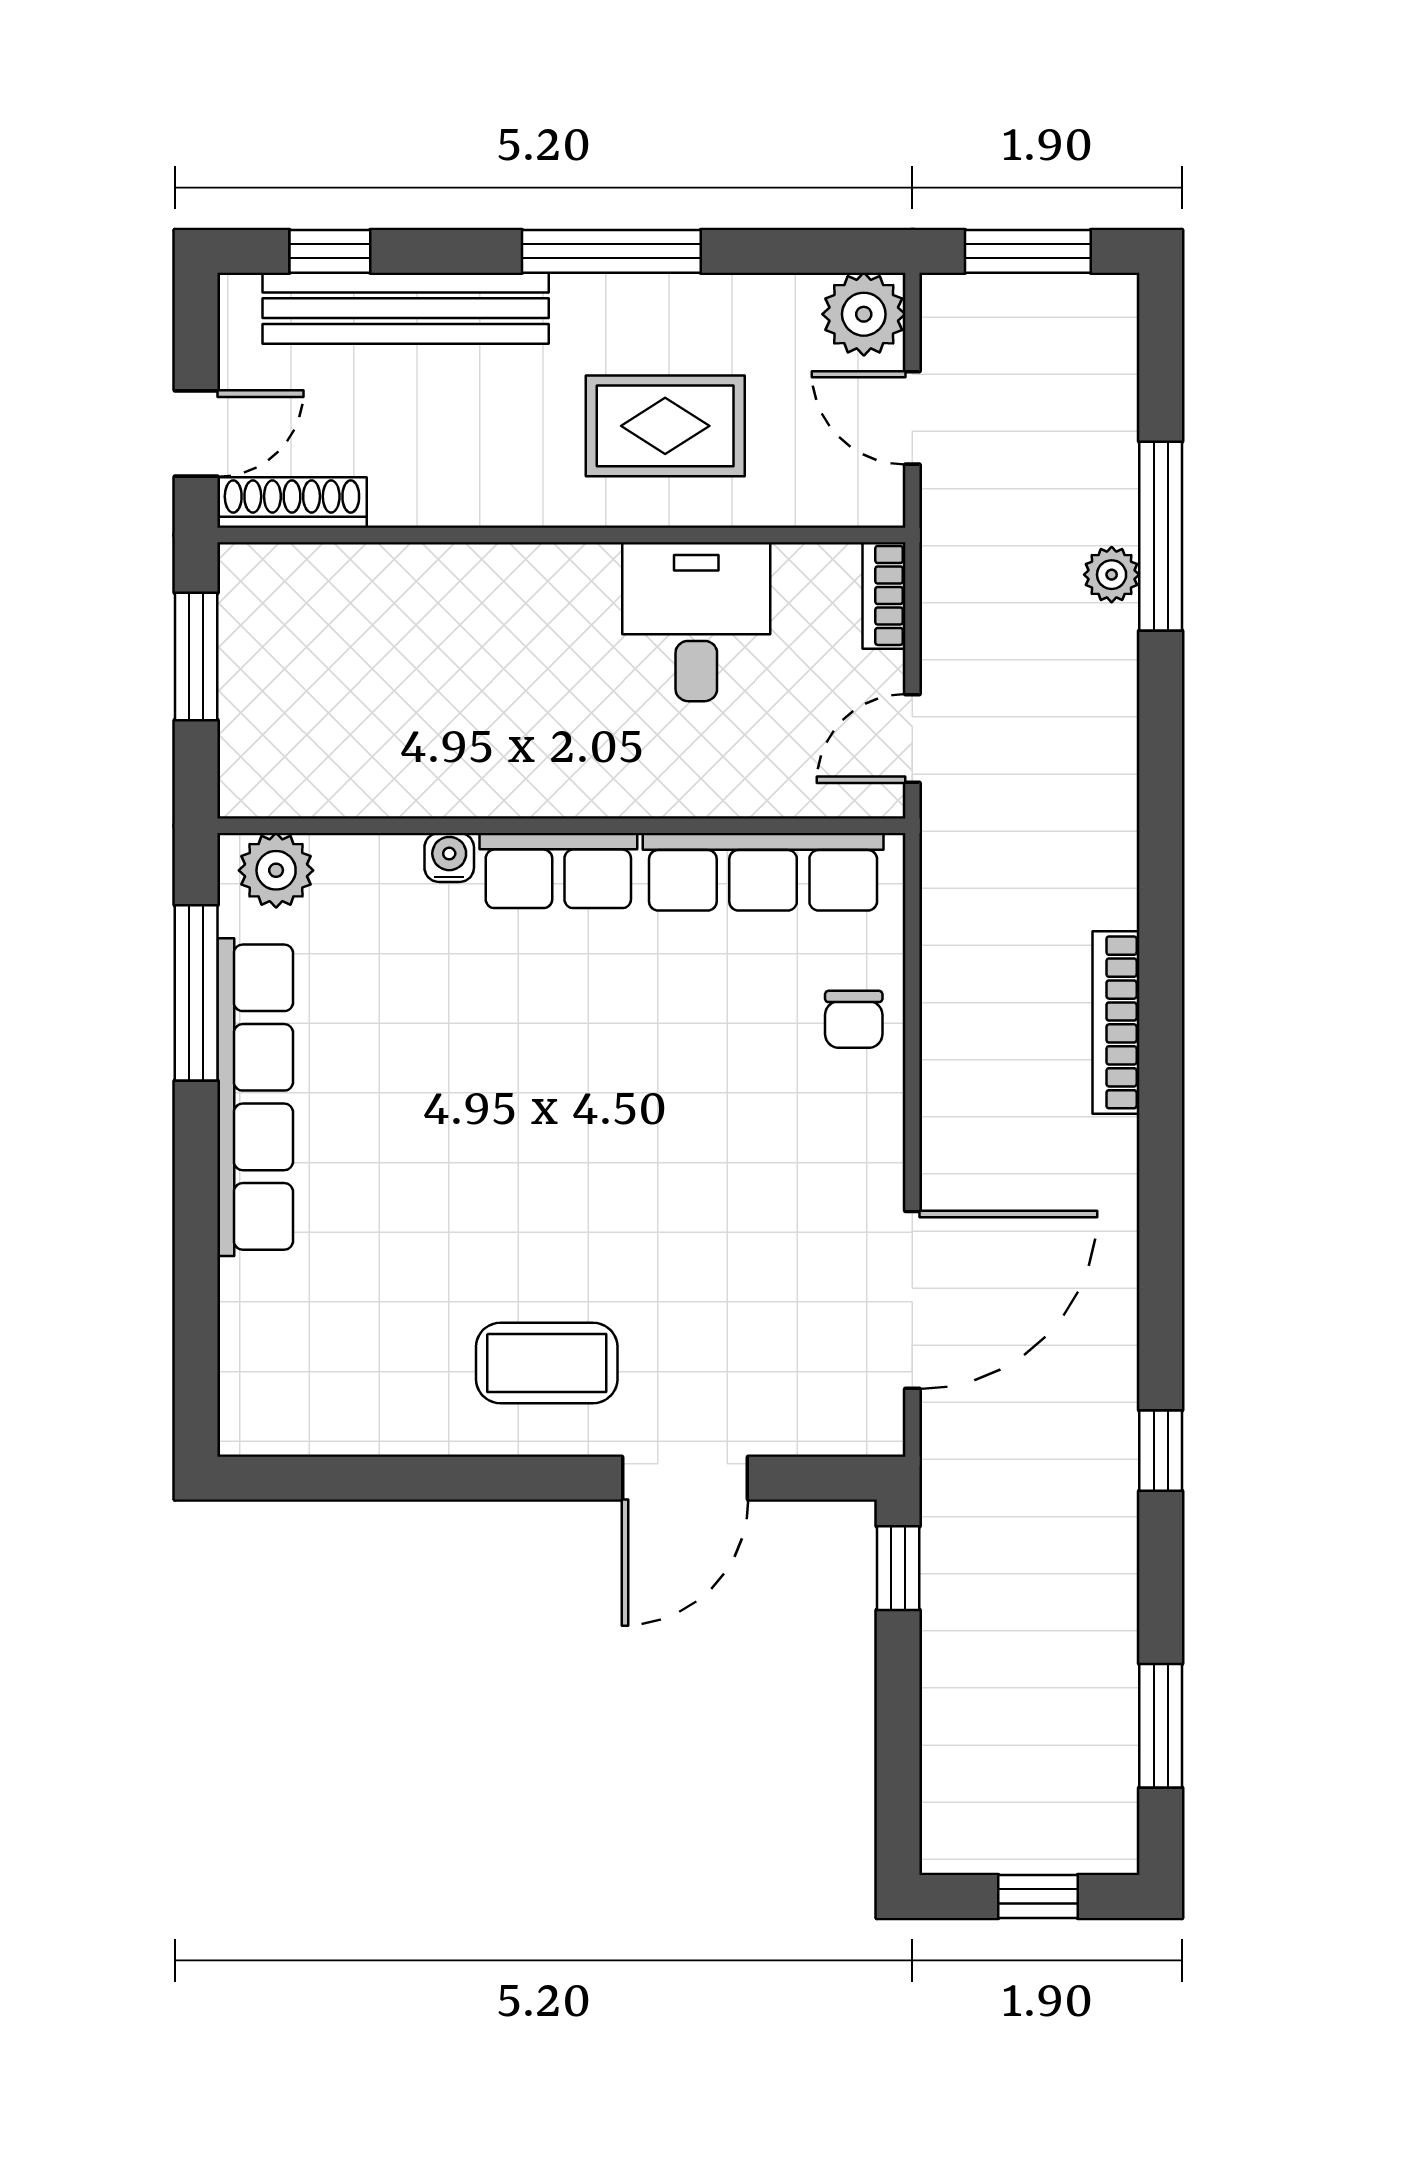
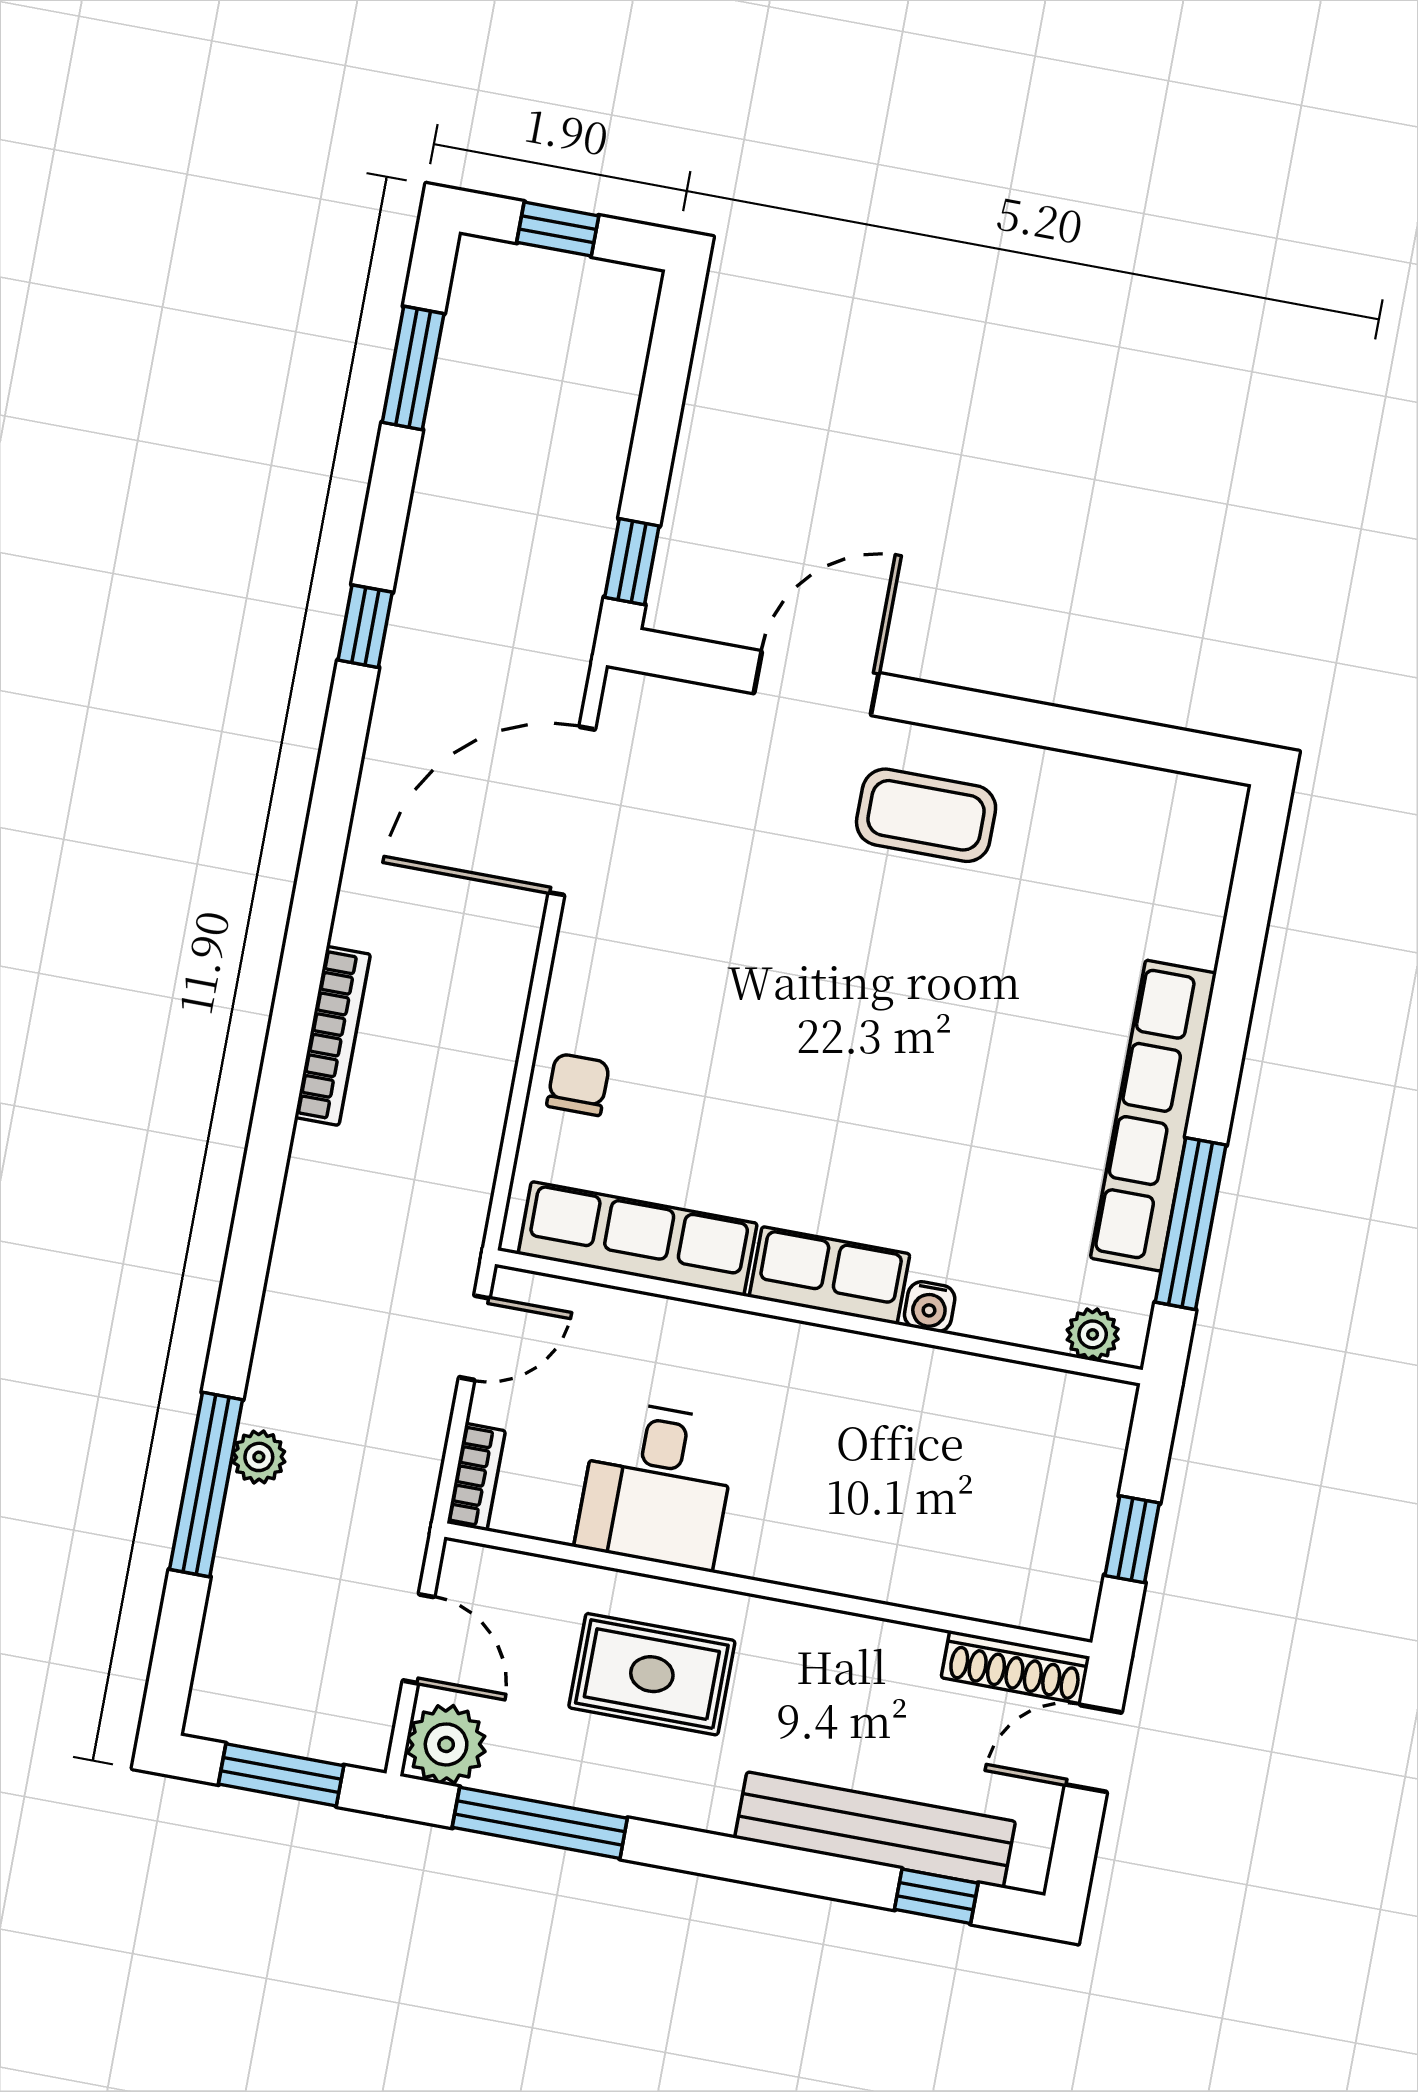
window: (611, 251) -> (540, 1823), moved
window: (196, 657) -> (1132, 1539), width x0.67
plant: (276, 870) -> (1093, 1334), width x0.73, depth x0.73

